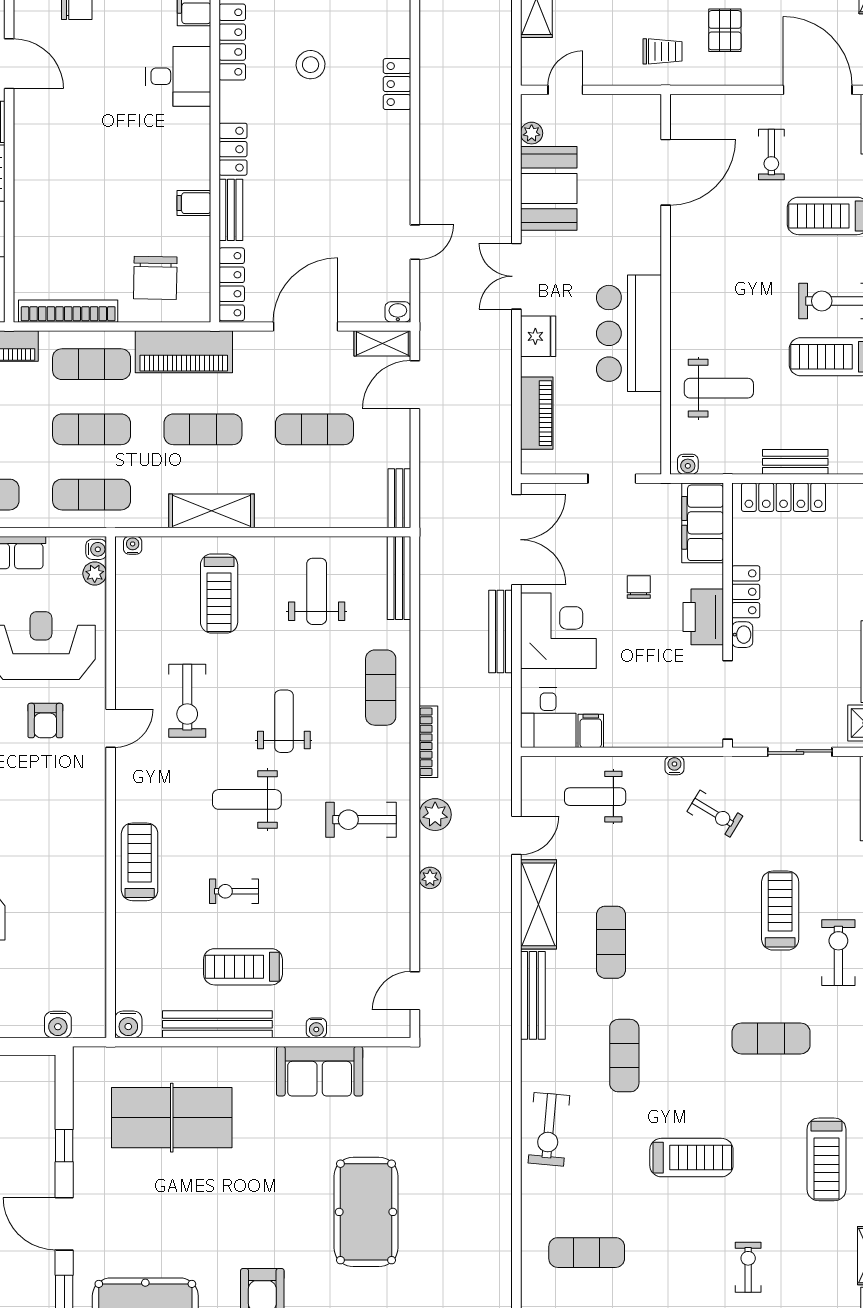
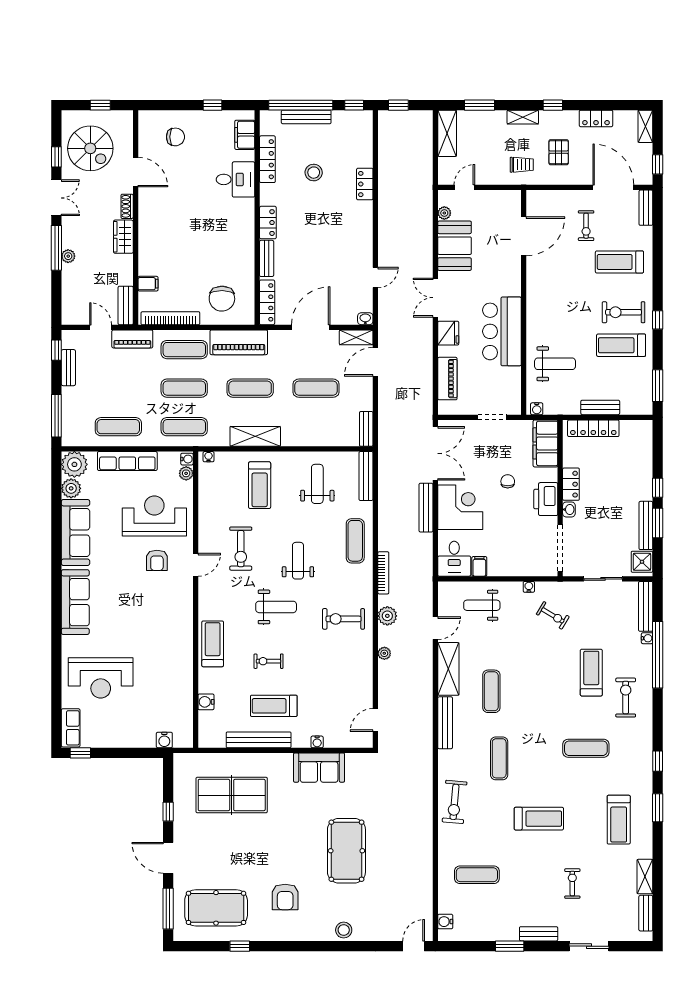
filing cabinet: (194, 203) -> (148, 284), moved, turned 180
weight bench: (247, 799) -> (276, 607), turned 180
water cooler: (128, 1024) -> (206, 702), moved, turned 90

